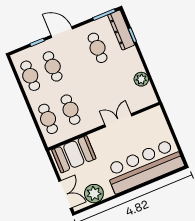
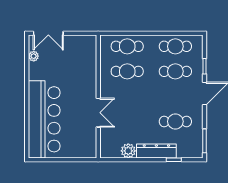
dresser: (121, 30) -> (156, 151), moved
booth: (74, 154) -> (83, 57), removed
plant: (94, 194) -> (34, 56), width x0.53, depth x0.53

